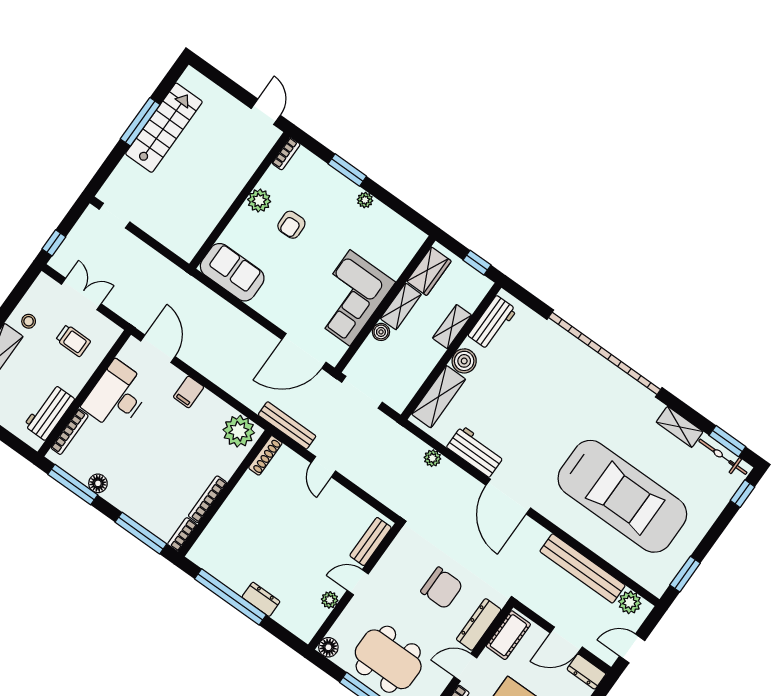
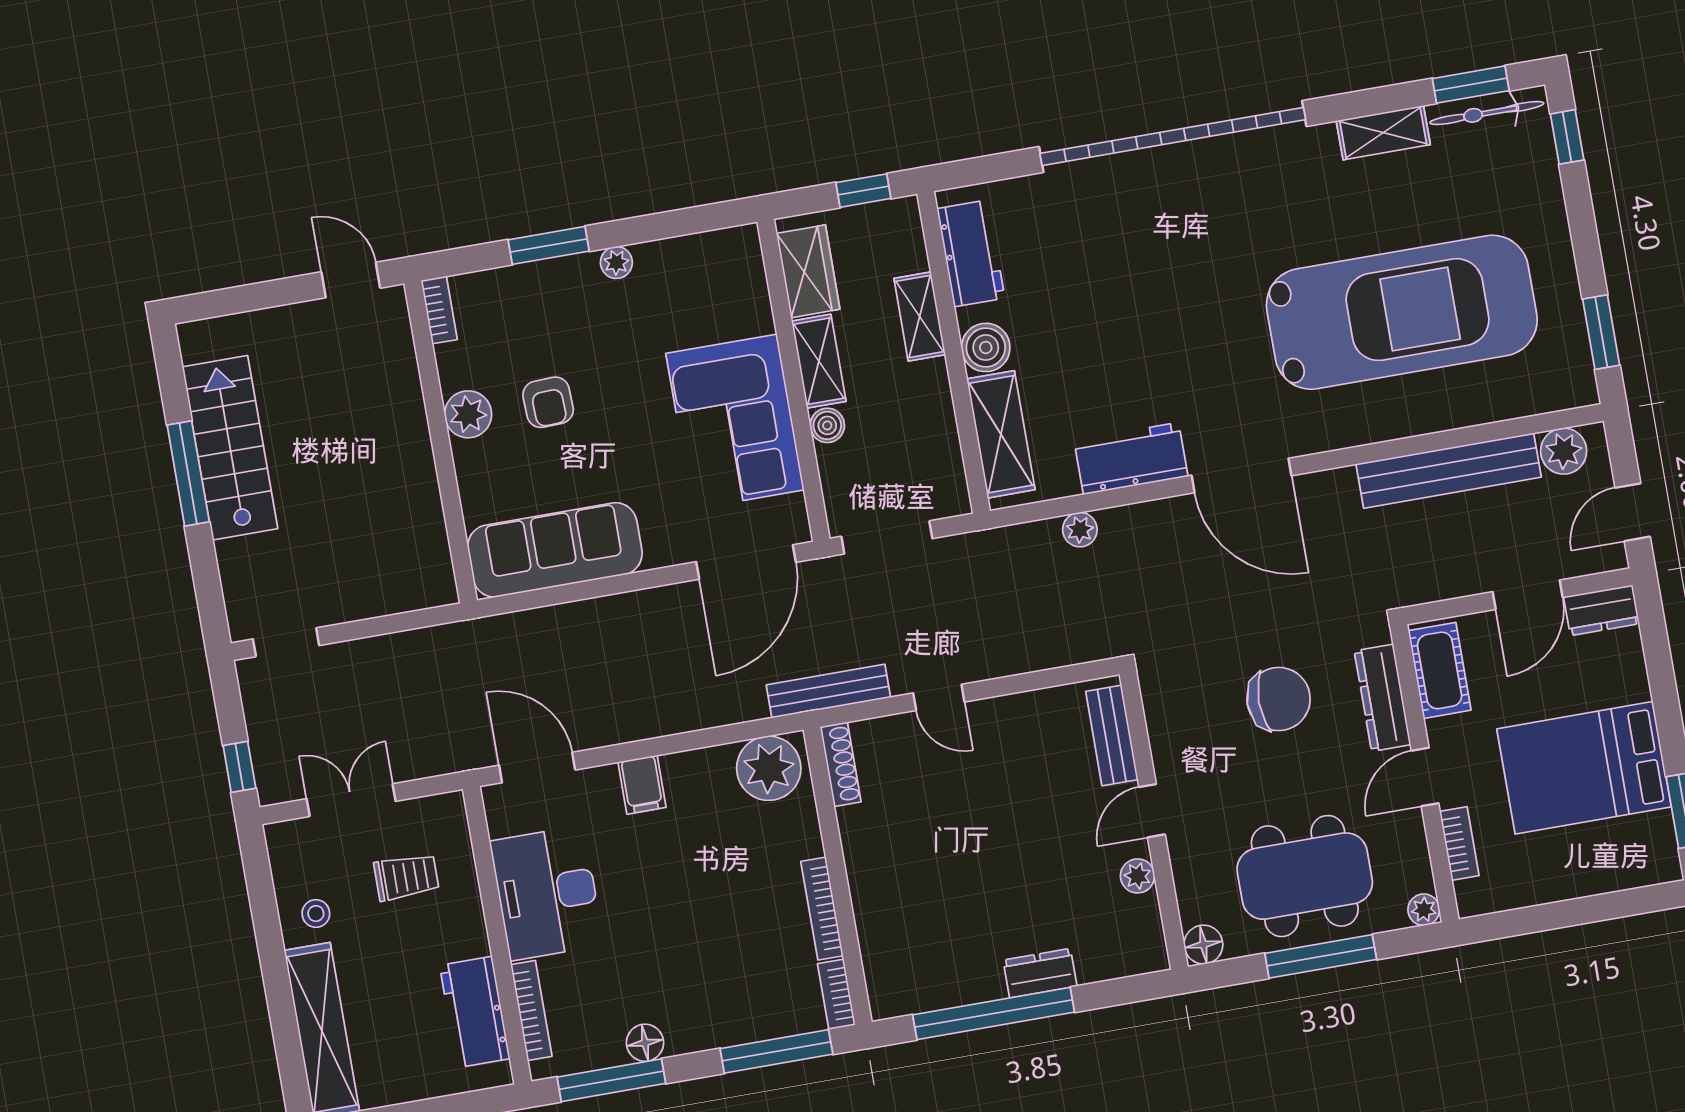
sofa: (232, 272) -> (555, 550), width x1.36

